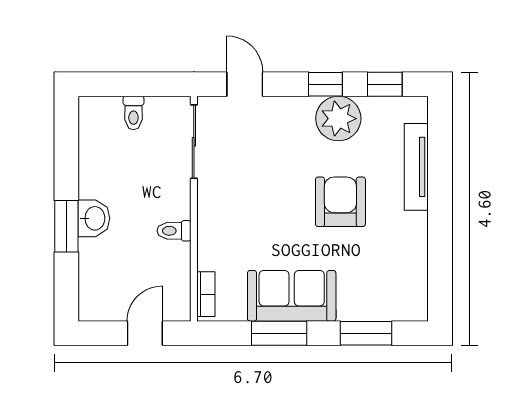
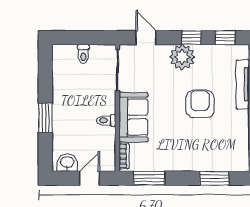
plant: (338, 119) -> (182, 57), moved
washbasin: (94, 218) -> (67, 163), moved, turned -90
sofa: (292, 296) -> (133, 117), moved, turned 90
window: (279, 333) -> (149, 178), moved

